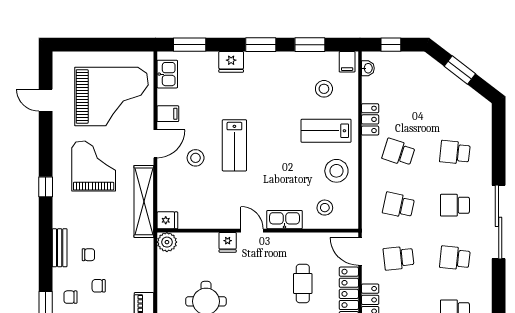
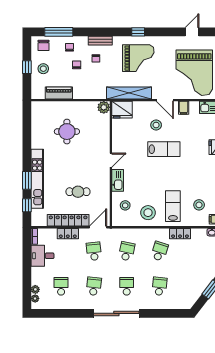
lab bench: (234, 145) -> (164, 149), turned 180
grand piano: (94, 166) -> (138, 58), moved
fridge: (167, 220) -> (122, 110), width x1.88, depth x1.34
fridge: (228, 242) -> (104, 145), removed

